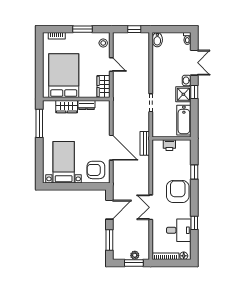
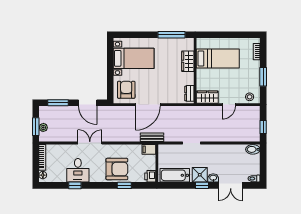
bed: (64, 76) -> (218, 59), width x0.67
dresser: (87, 105) -> (189, 93), moved
printer: (169, 145) -> (150, 176), moved
filing cabinet: (157, 147) -> (149, 149), added
armchair: (178, 191) -> (117, 169), moved
desk: (179, 230) -> (78, 170), moved

